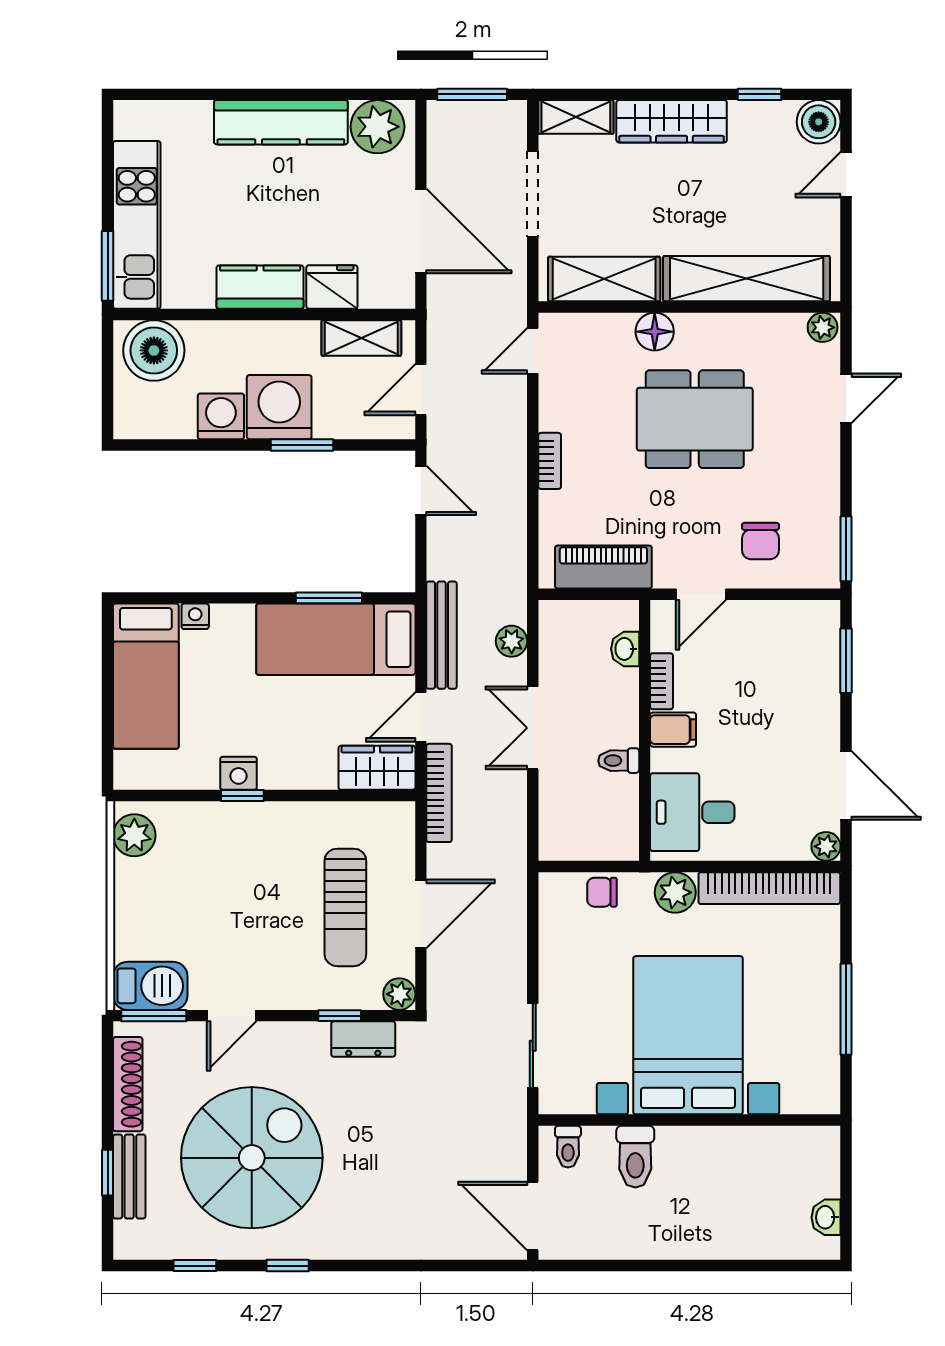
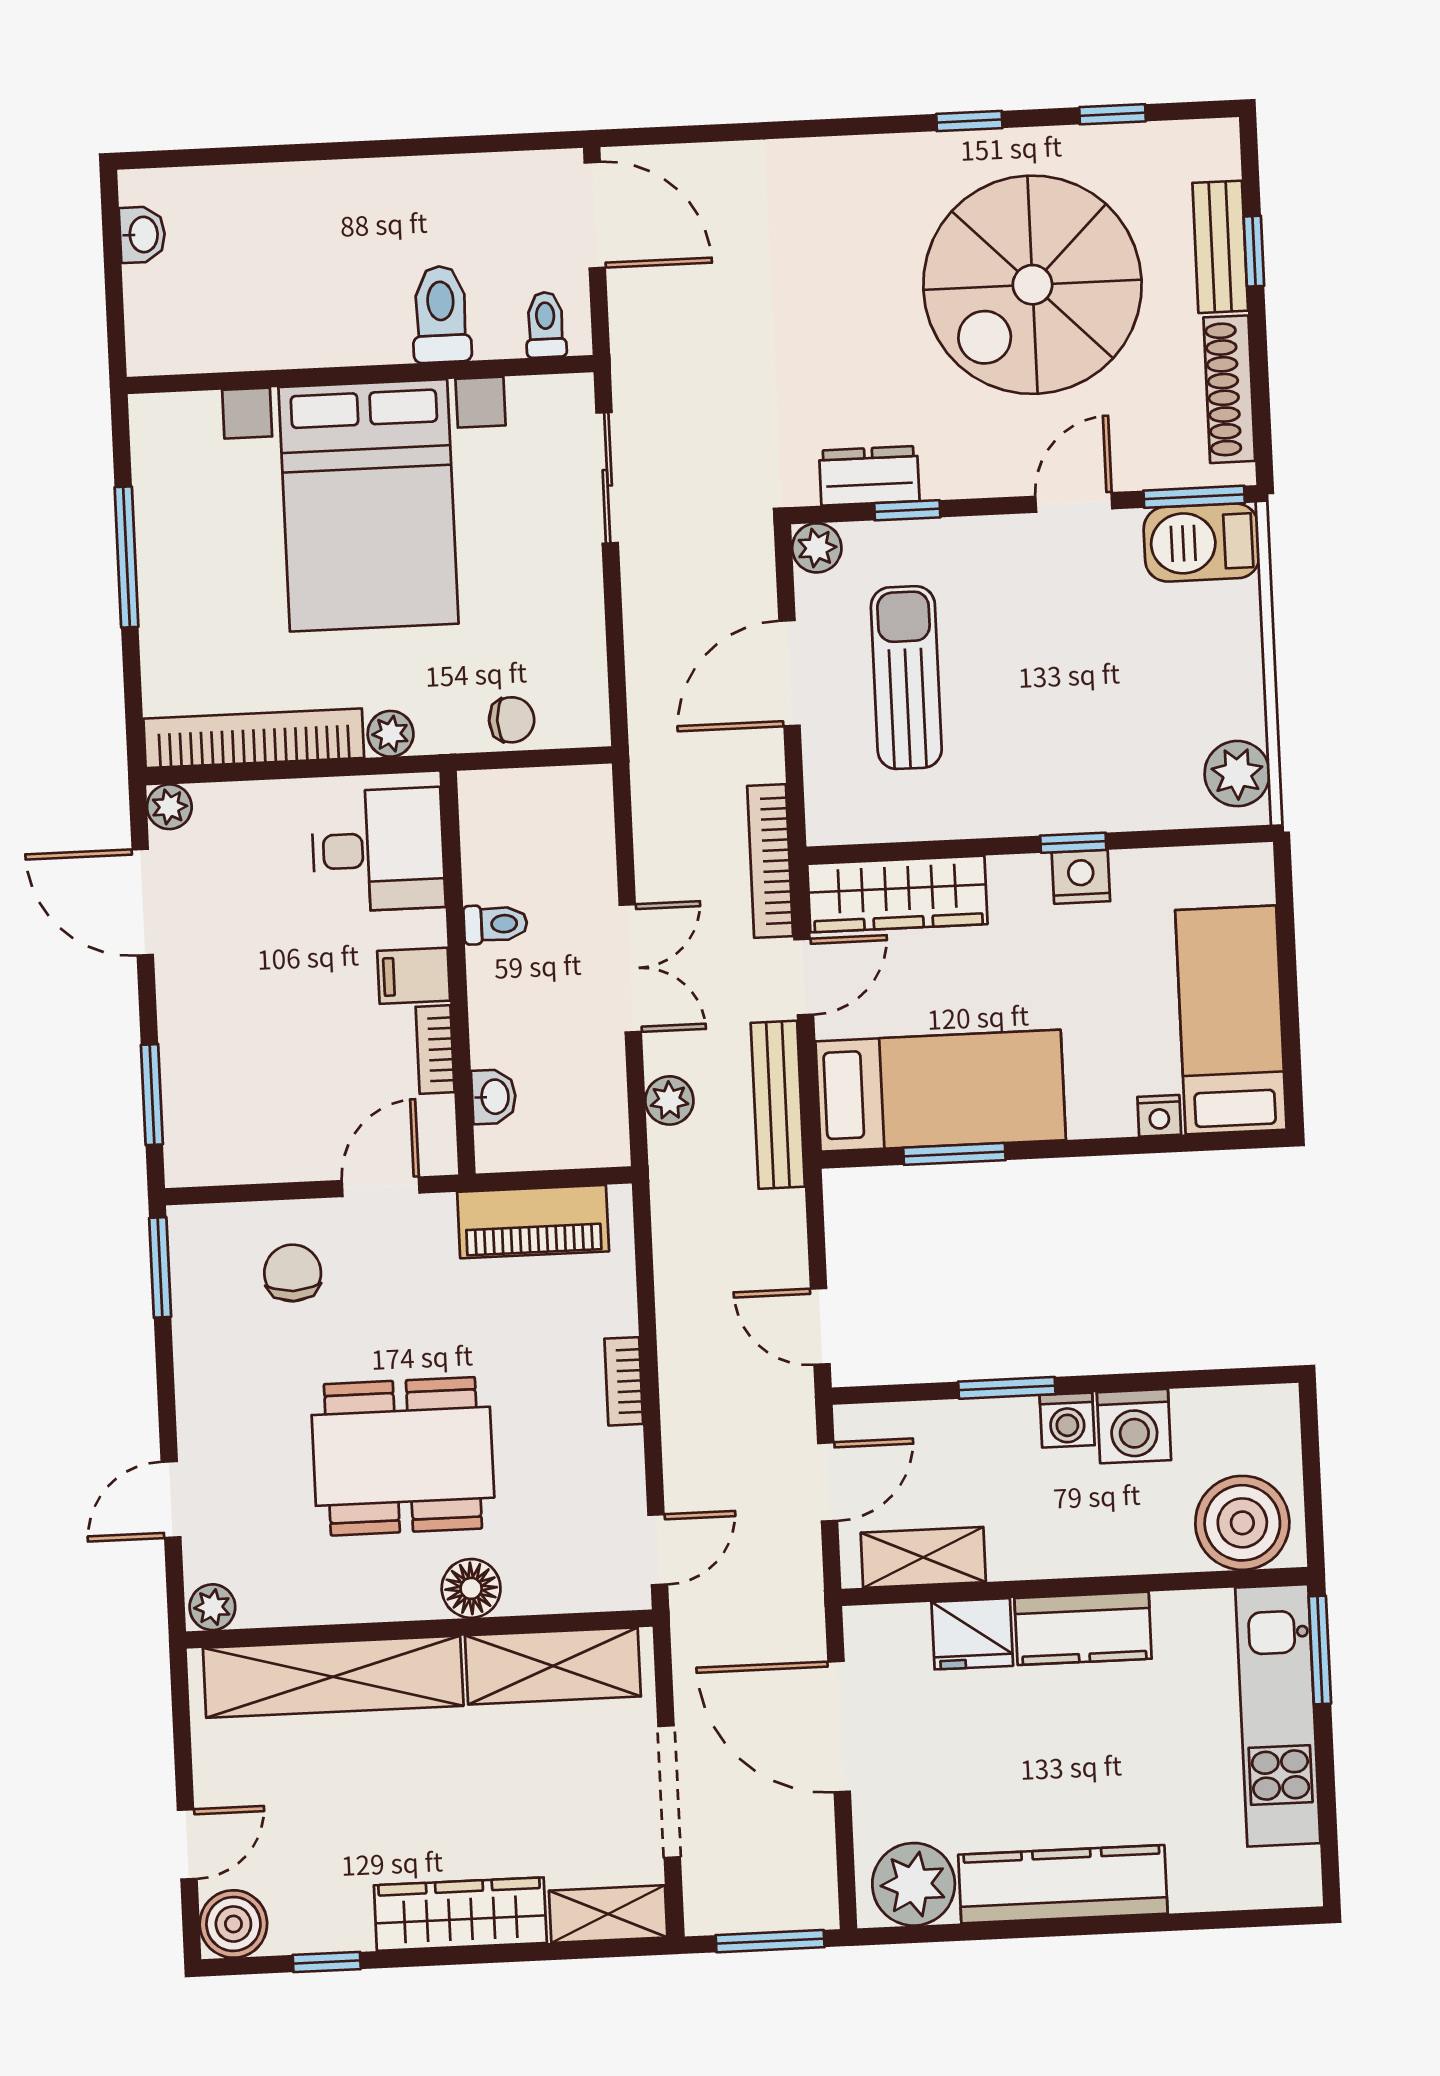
washing machine: (279, 407) -> (1067, 1420), width x0.53, depth x0.53
wardrobe: (377, 768) -> (897, 894), width x1.50
plant: (675, 892) -> (391, 734), width x0.73, depth x0.73

